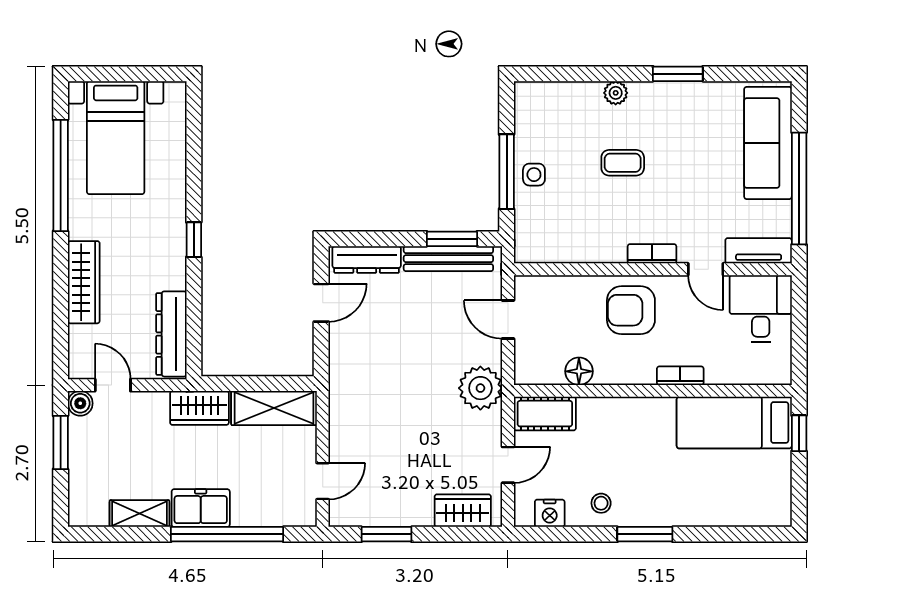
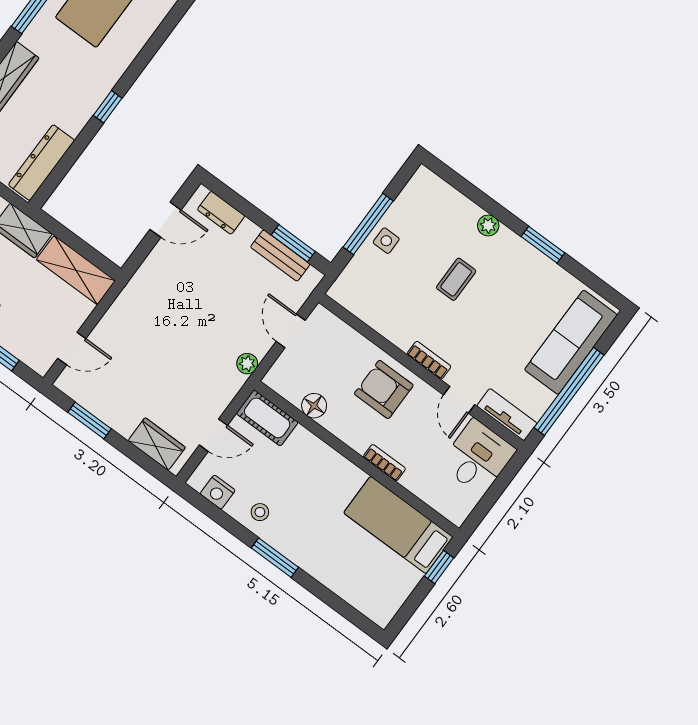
coffee table: (623, 163) -> (456, 279), turned 90
dresser: (367, 259) -> (221, 213), width x0.70
bench: (448, 259) -> (280, 256), width x0.73
plant: (480, 388) -> (247, 364), width x0.53, depth x0.53

